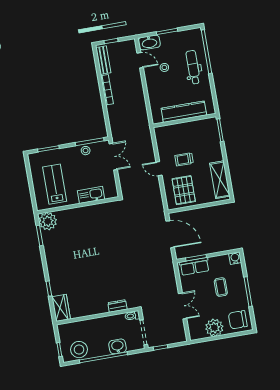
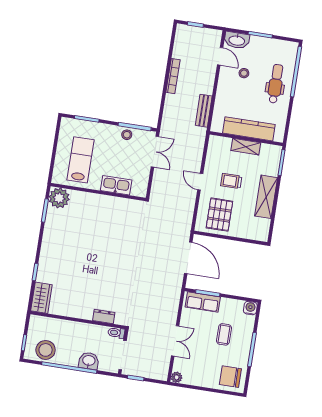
bench: (103, 60) -> (204, 111), moved
shelving: (186, 127) -> (246, 147), added
shelving: (220, 180) -> (266, 197), moved
plant: (214, 328) -> (177, 377), moved, width x0.53, depth x0.53

